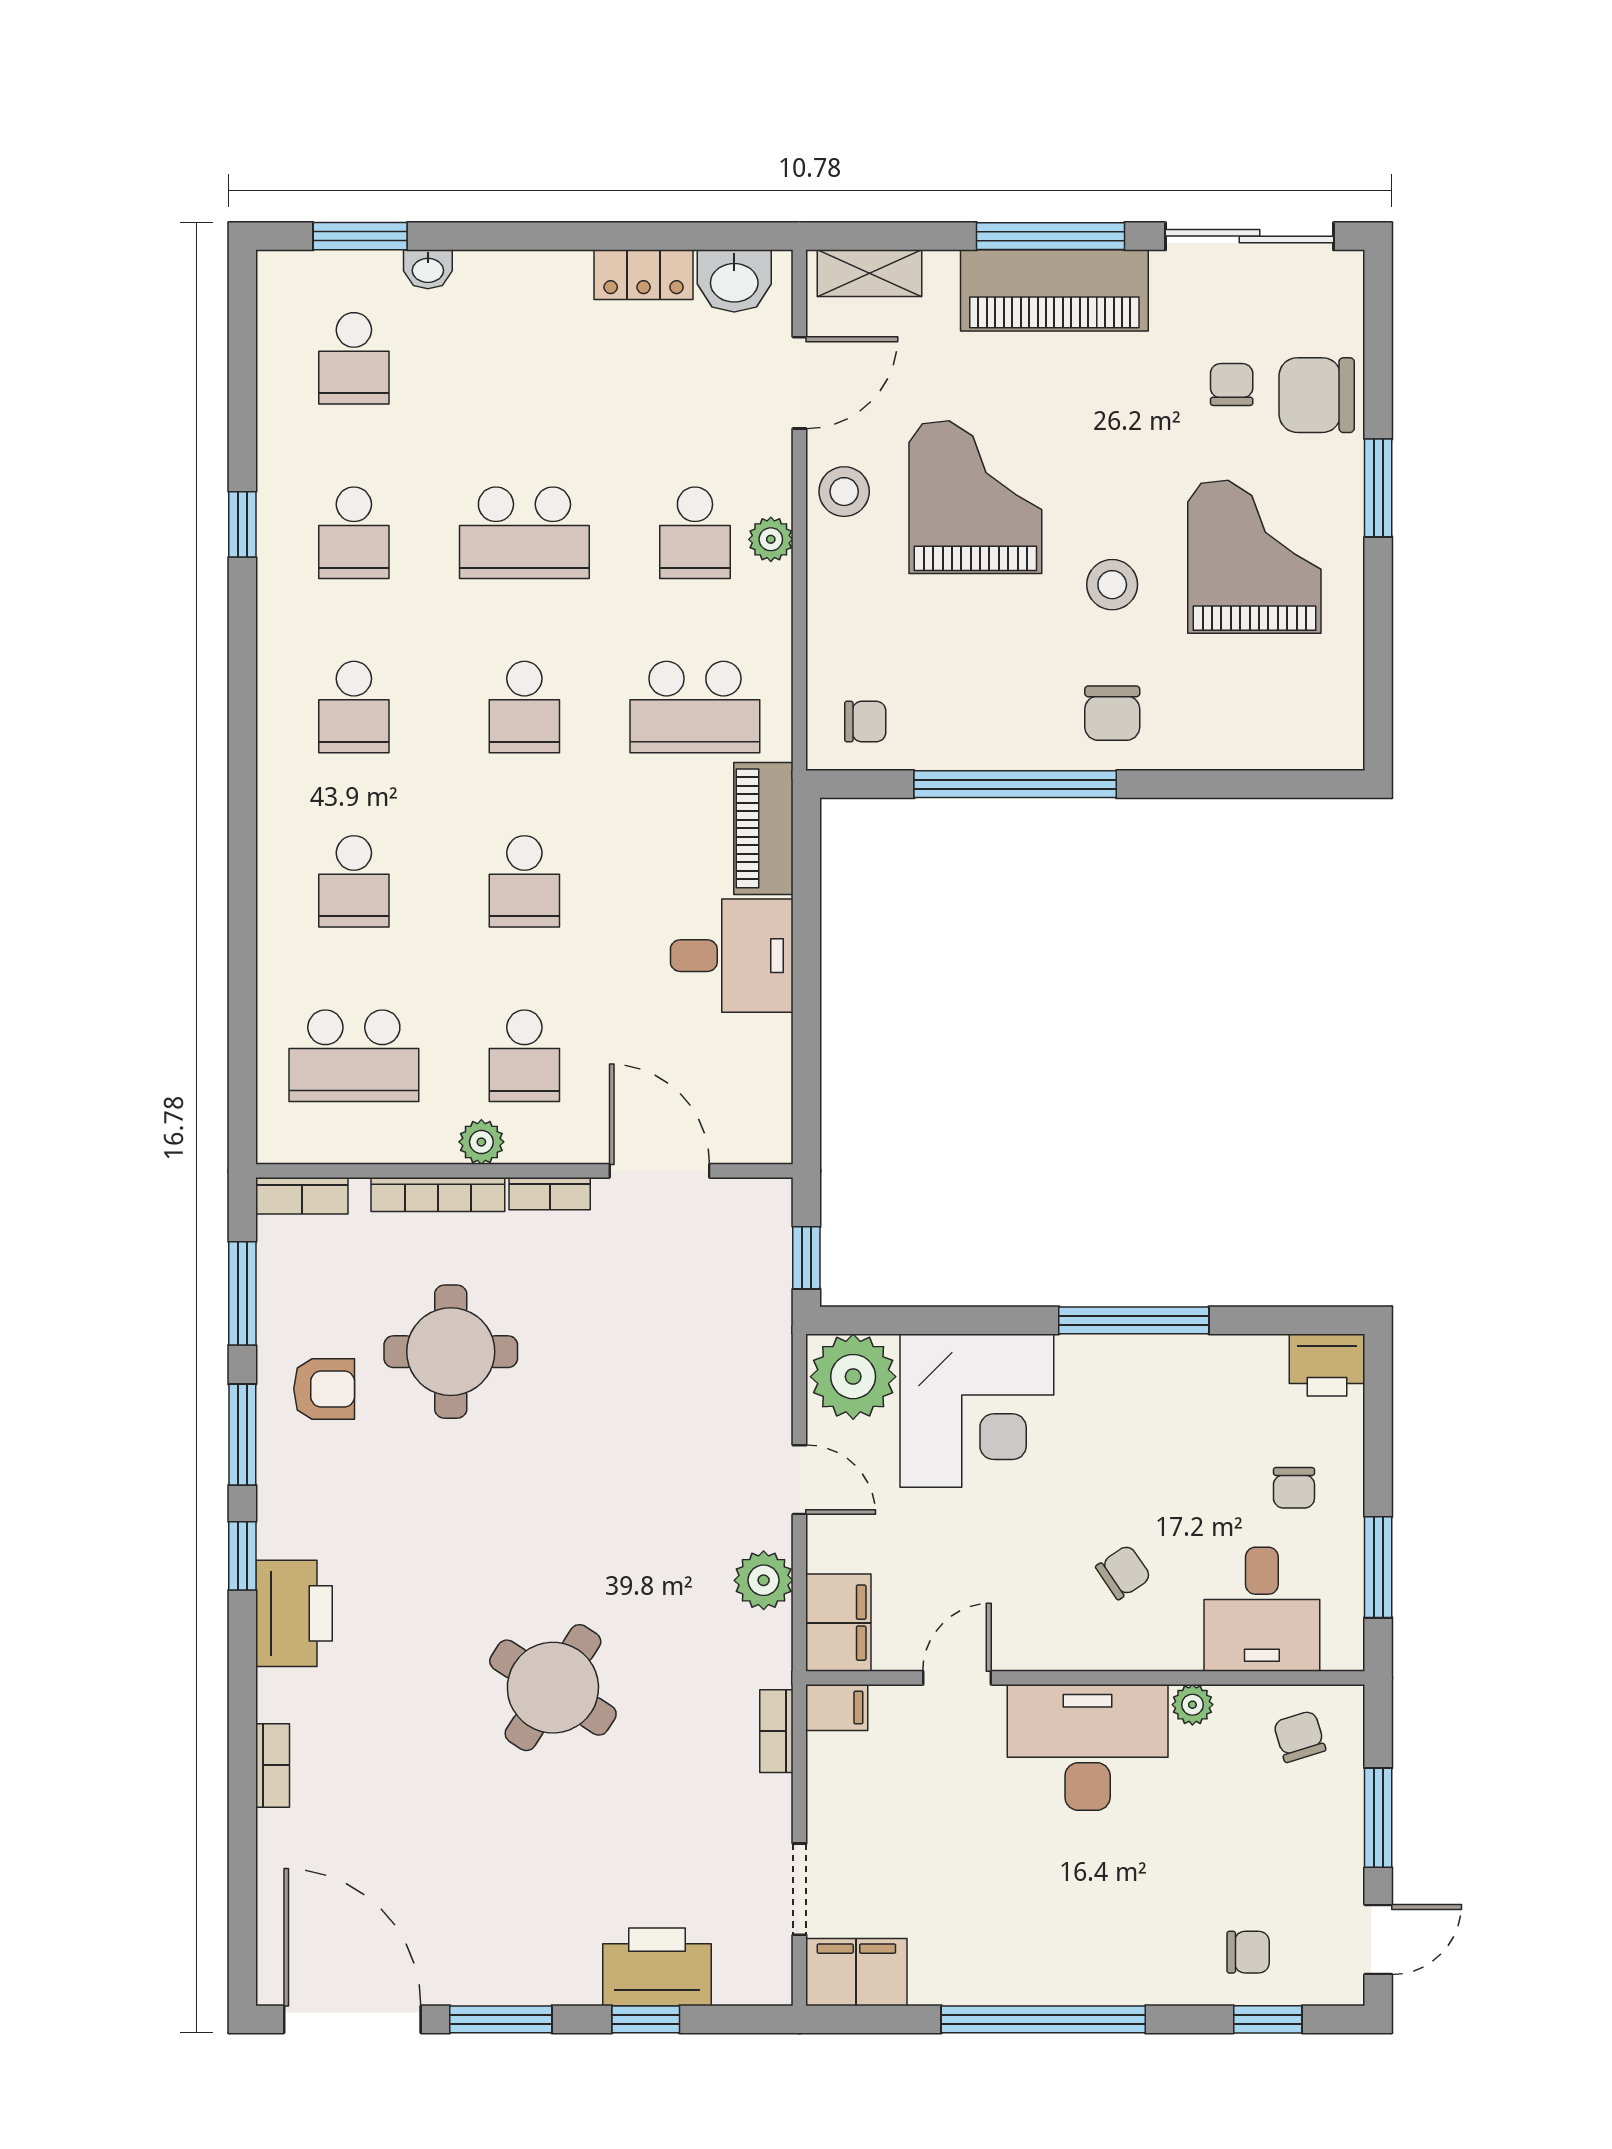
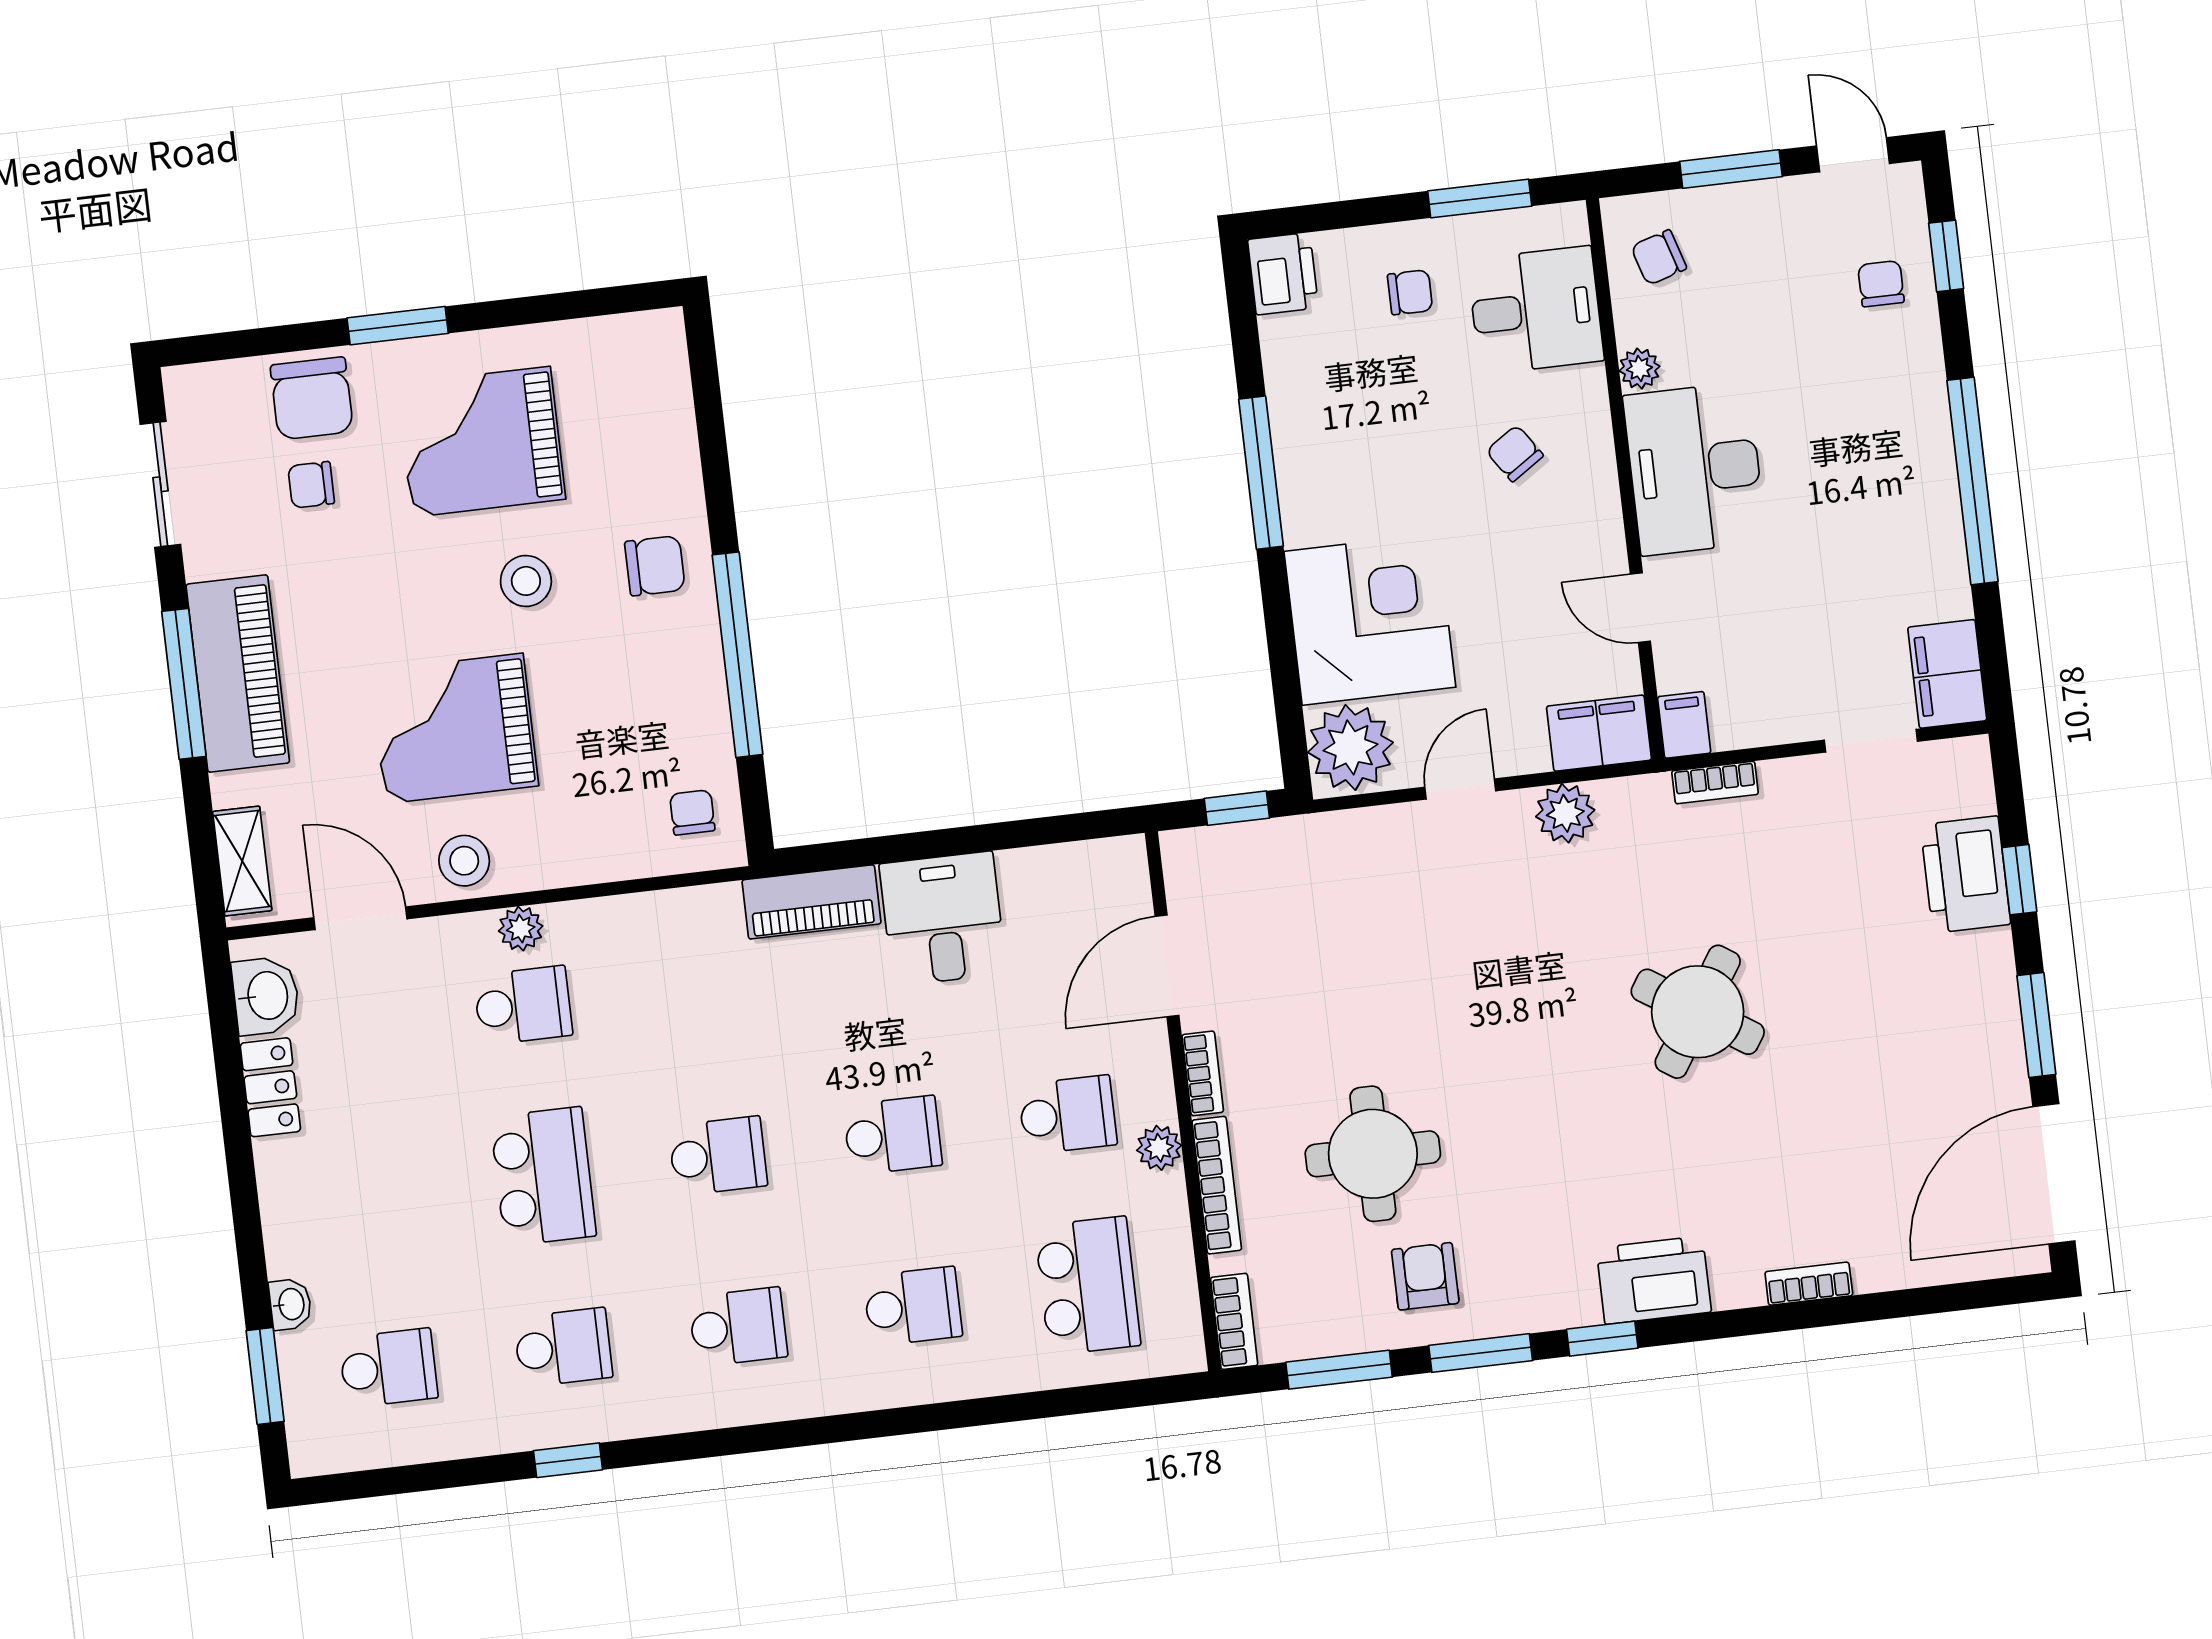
sliding door: (1249, 236) -> (160, 484), width x0.73
school desk: (695, 707) -> (698, 985), removed

